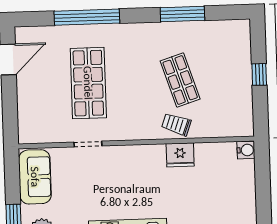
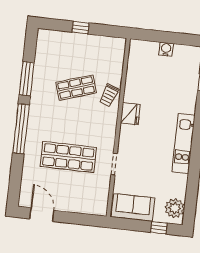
window: (87, 17) -> (21, 129), moved
water cooler: (246, 150) -> (166, 49), moved
fridge: (180, 155) -> (130, 114), moved

